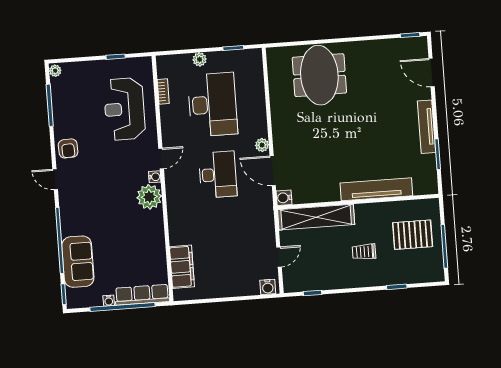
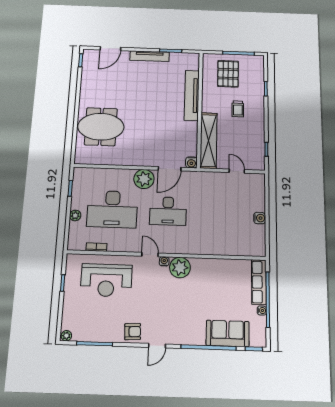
desk: (212, 105) -> (112, 209), turned 180
plant: (262, 145) -> (144, 179), width x1.87, depth x1.87
desk: (218, 175) -> (168, 211), turned 180
filing cabinet: (182, 267) -> (239, 247), removed
water cooler: (268, 287) -> (260, 218), moved

